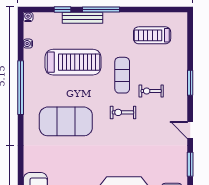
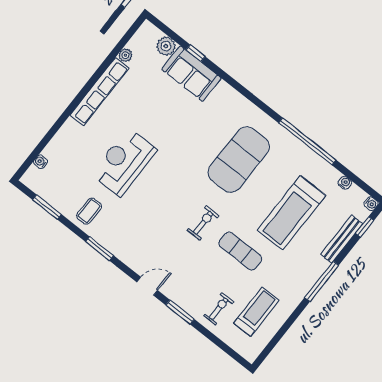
window: (63, 9) -> (365, 227), moved
bench: (83, 18) -> (342, 239), moved
exercise bike: (151, 91) -> (219, 309), moved
door: (190, 130) -> (147, 286), moved

